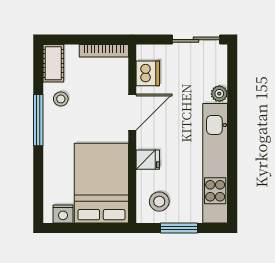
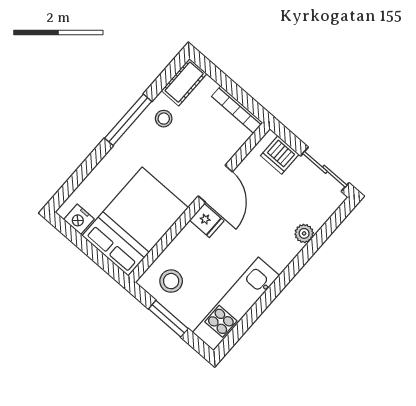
dishwasher: (148, 73) -> (280, 155), moved, turned 90
door: (132, 112) -> (215, 184), hinge flipped
fridge: (148, 160) -> (207, 221), moved
kitchen unit: (215, 163) -> (236, 304), width x0.73

